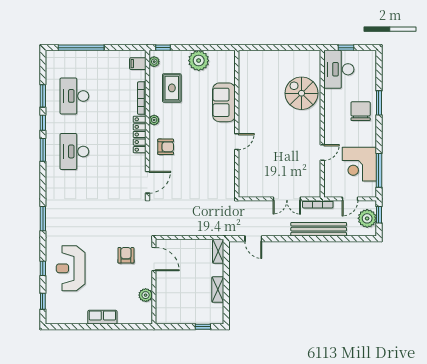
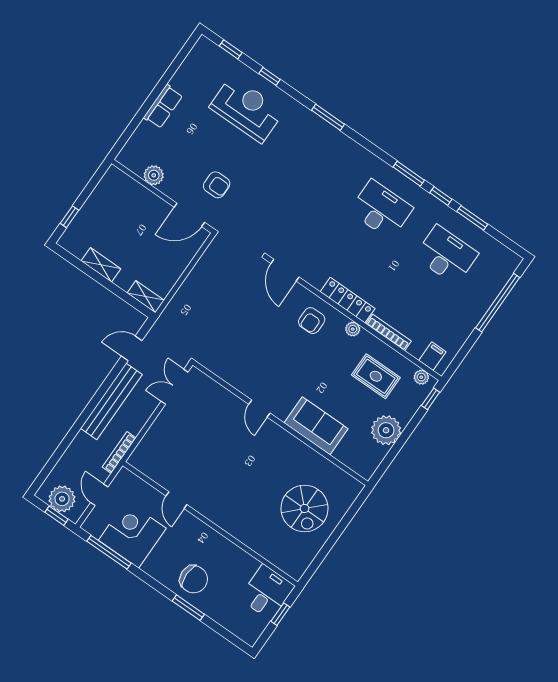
desk: (339, 69) -> (267, 592), width x0.73
spiral stairs: (302, 93) -> (305, 508), moved, turned 90
double door: (287, 199) -> (175, 387), moved
bench: (319, 229) -> (111, 401), moved

